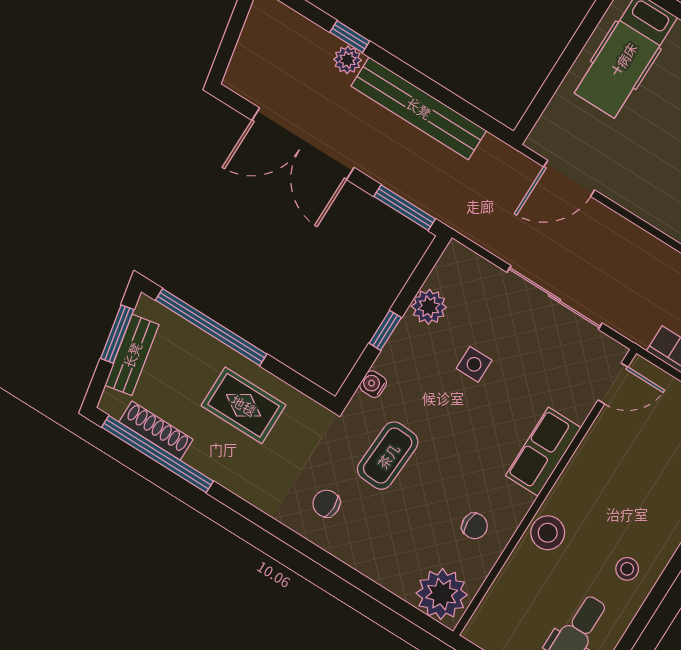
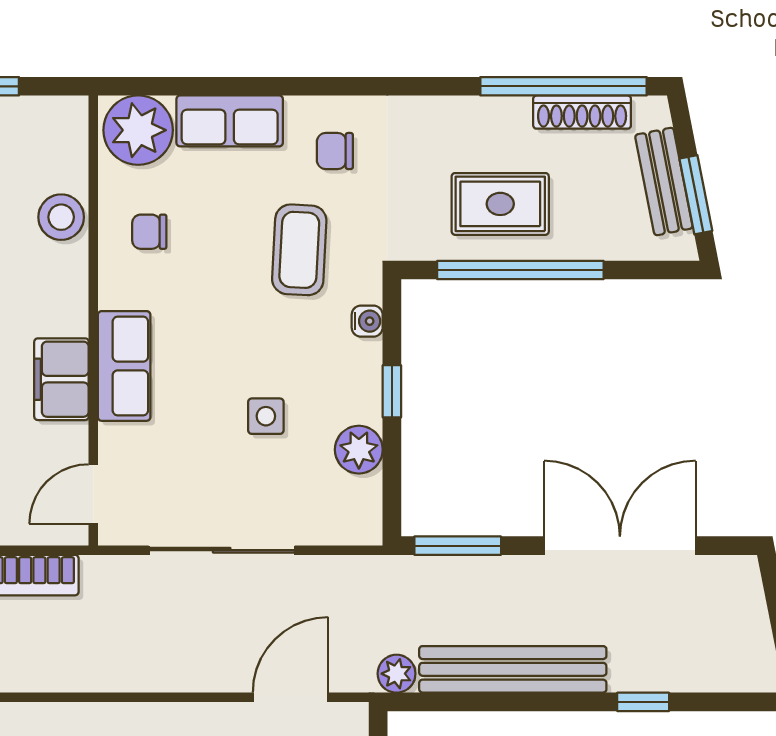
plant: (348, 60) -> (397, 674), moved
window: (211, 327) -> (520, 270), moved
filing cabinet: (588, 468) -> (61, 379), added
chair: (326, 504) -> (335, 151), turned 180
stool: (548, 533) -> (61, 217), moved
row of seats: (381, 564) -> (230, 121), added

